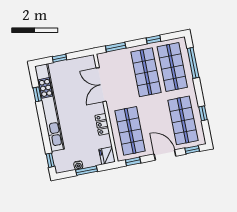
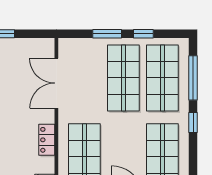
window: (116, 47) -> (107, 34), moved
window: (203, 113) -> (193, 122), moved

